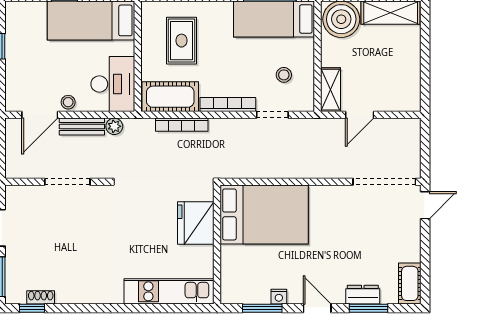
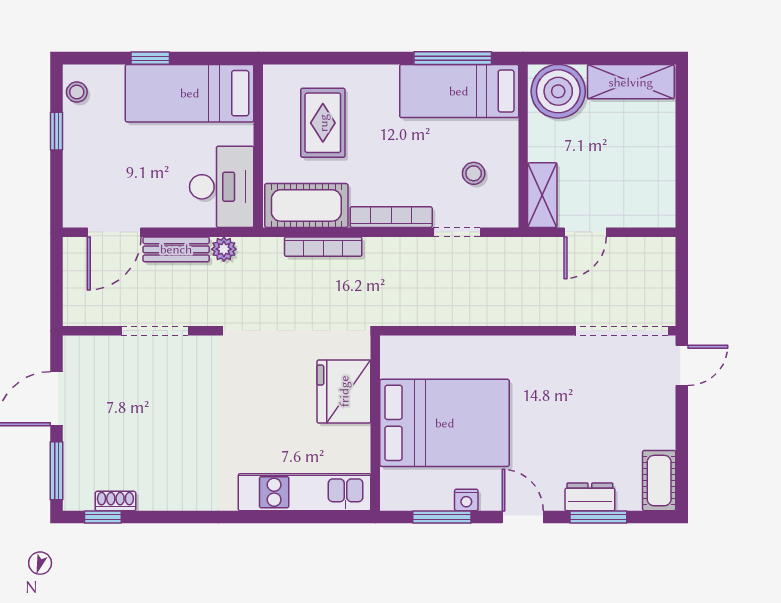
stool: (68, 102) -> (77, 92), moved
bed: (264, 214) -> (445, 423), moved

